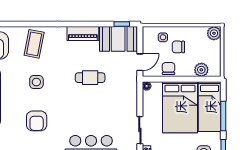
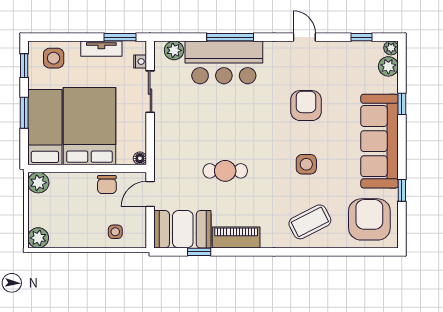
window: (122, 24) -> (199, 252), moved
coffee table: (34, 44) -> (310, 222), turned 52
chair: (178, 47) -> (92, 217), removed
plant: (201, 70) -> (38, 183), moved
window: (223, 116) -> (24, 113), width x0.69

